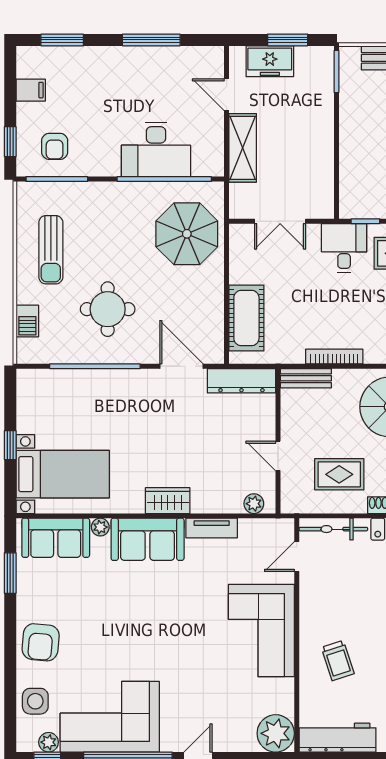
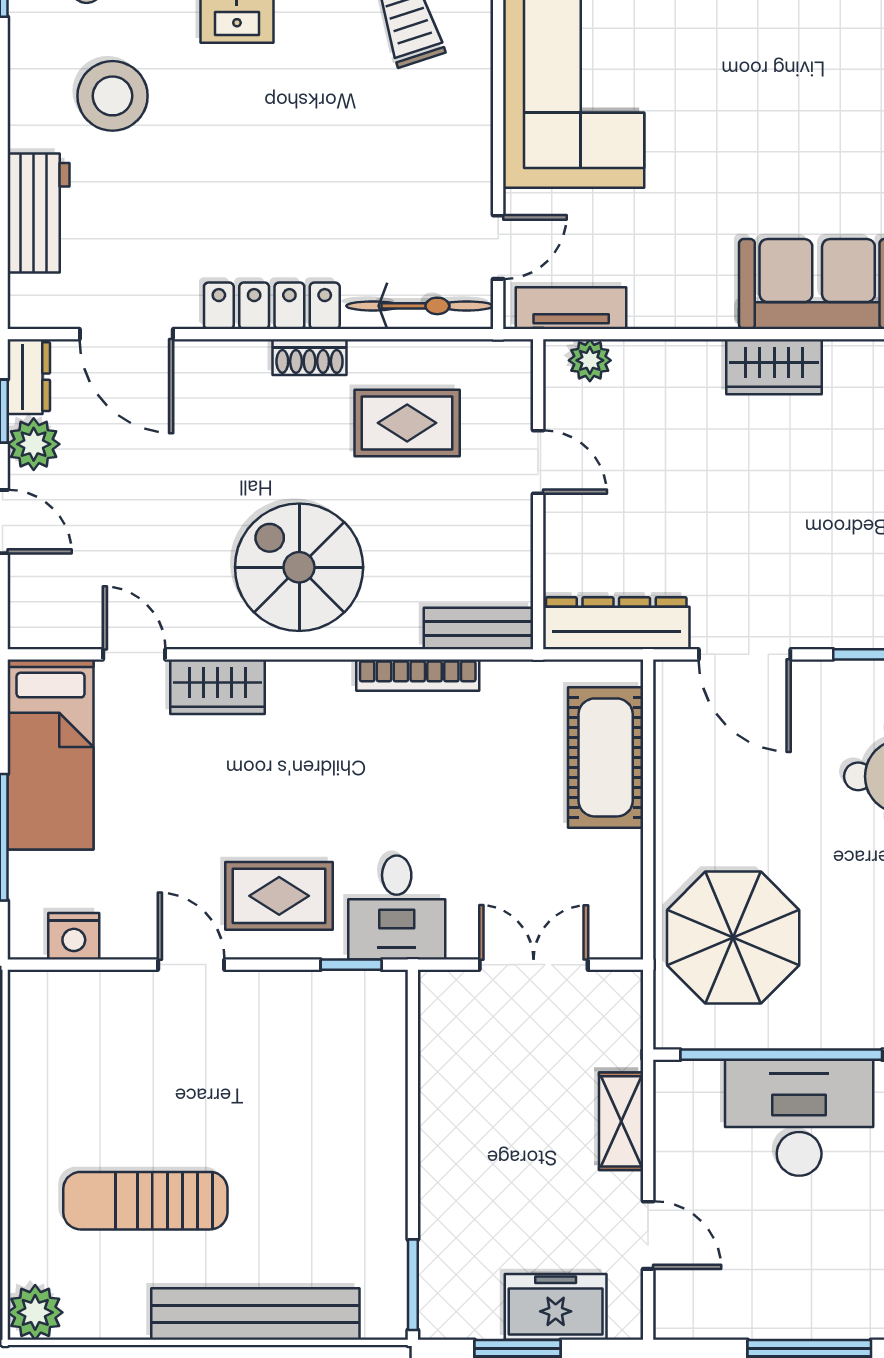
shelving: (243, 148) -> (621, 1121), width x0.67, depth x0.75
tv unit: (212, 528) -> (571, 308), moved

